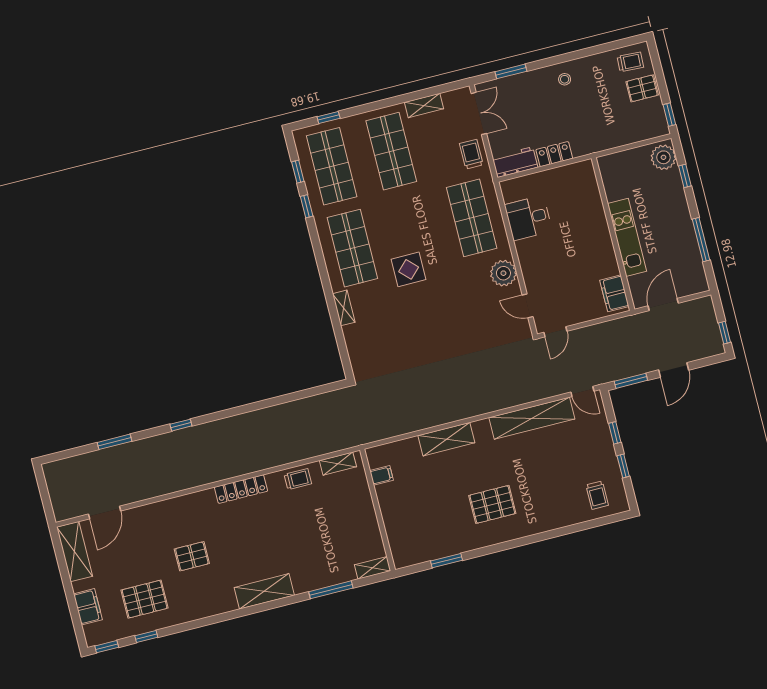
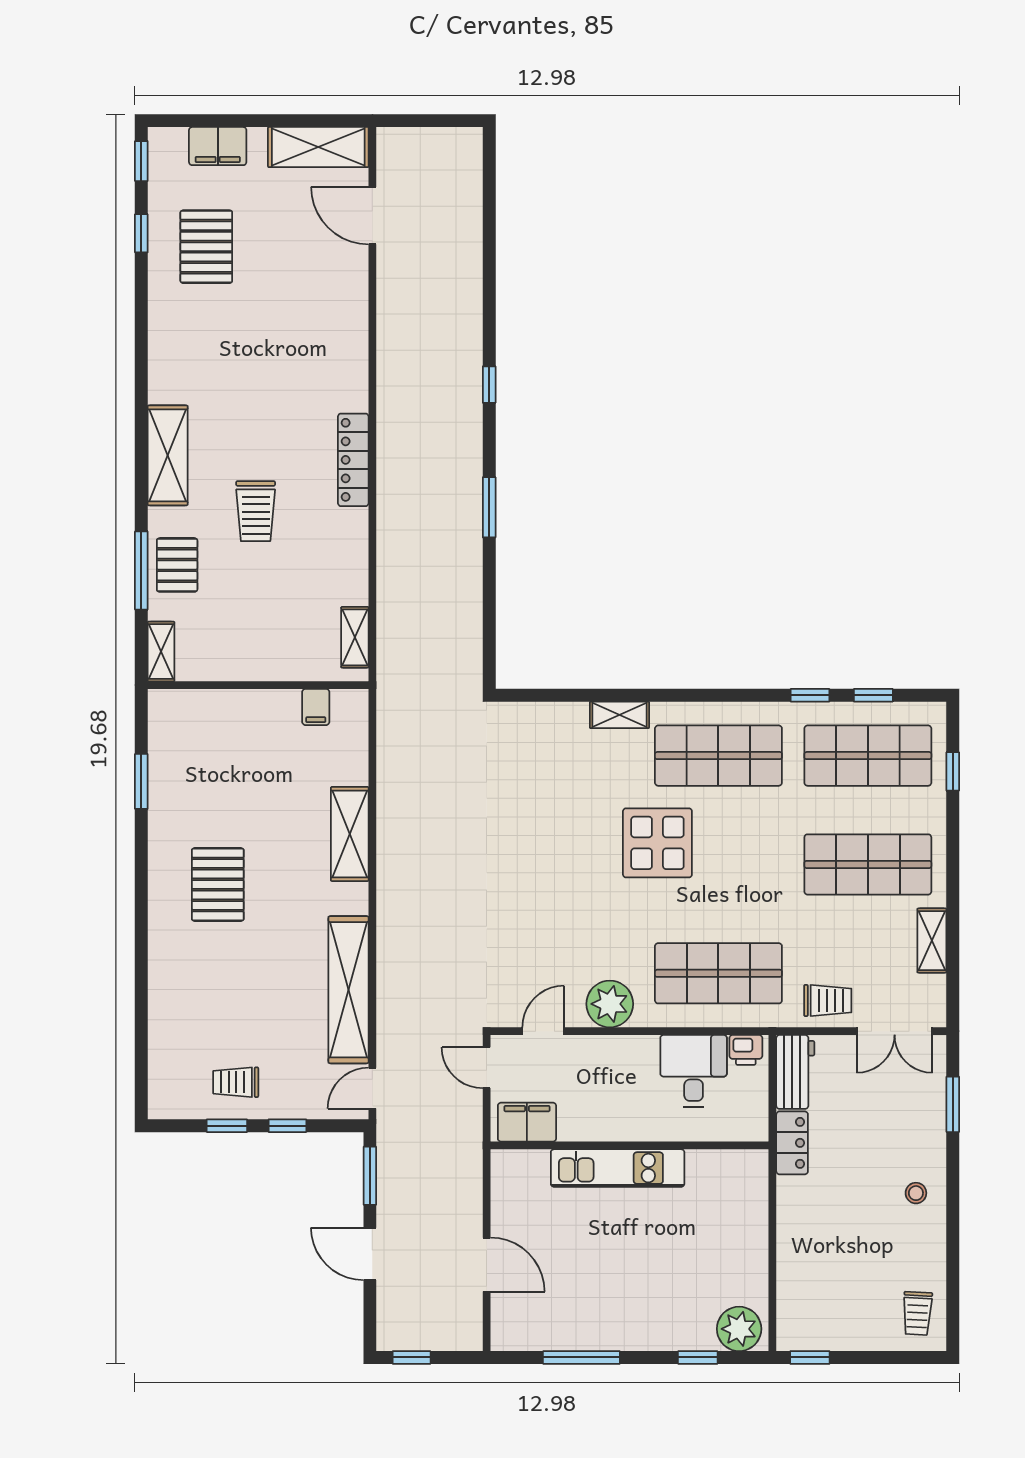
pallet: (642, 88) -> (867, 1322), removed
printer: (510, 192) -> (746, 1050), added
wall: (613, 234) -> (630, 1145), moved
kitchen unit: (627, 237) -> (618, 1168), moved
display table: (409, 269) -> (657, 843), width x1.36, depth x1.36
filing cabinet: (614, 293) -> (527, 1122), moved
window: (115, 442) -> (489, 507), moved
trolley: (298, 479) -> (256, 511), moved, width x1.36, depth x1.39
trolley: (597, 495) -> (236, 1082), moved
pallet: (192, 556) -> (177, 565), moved

